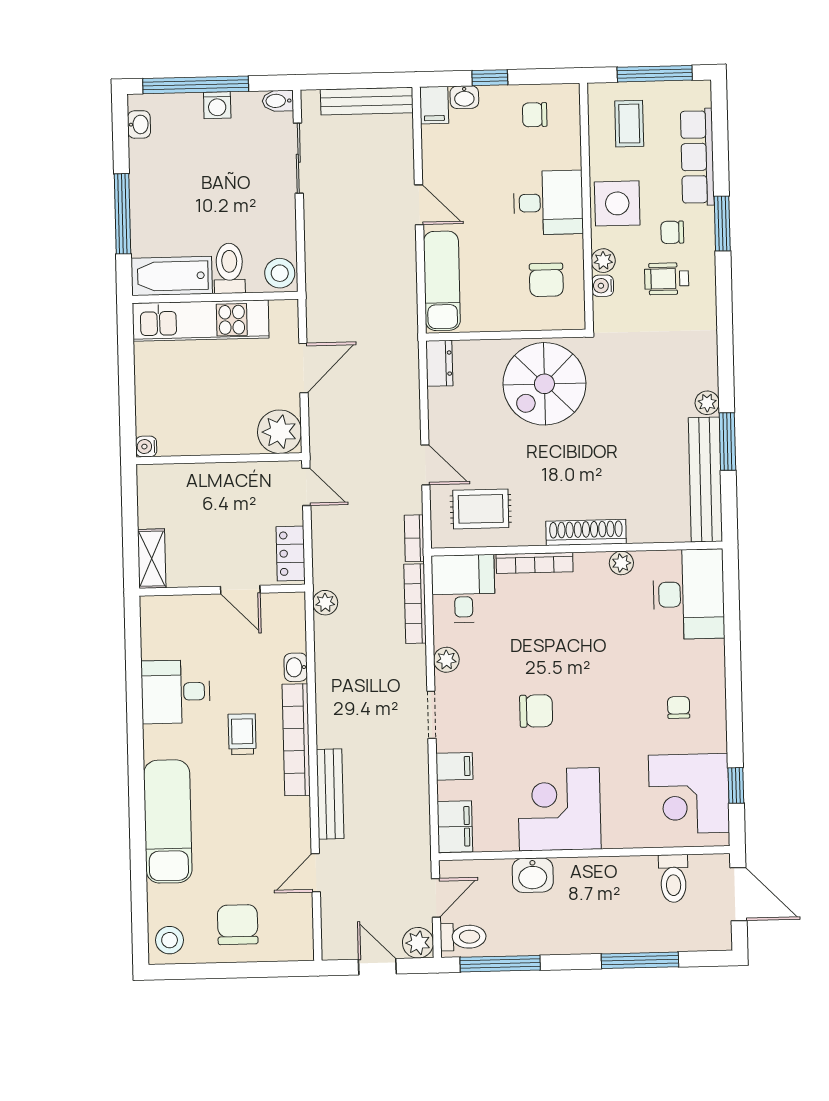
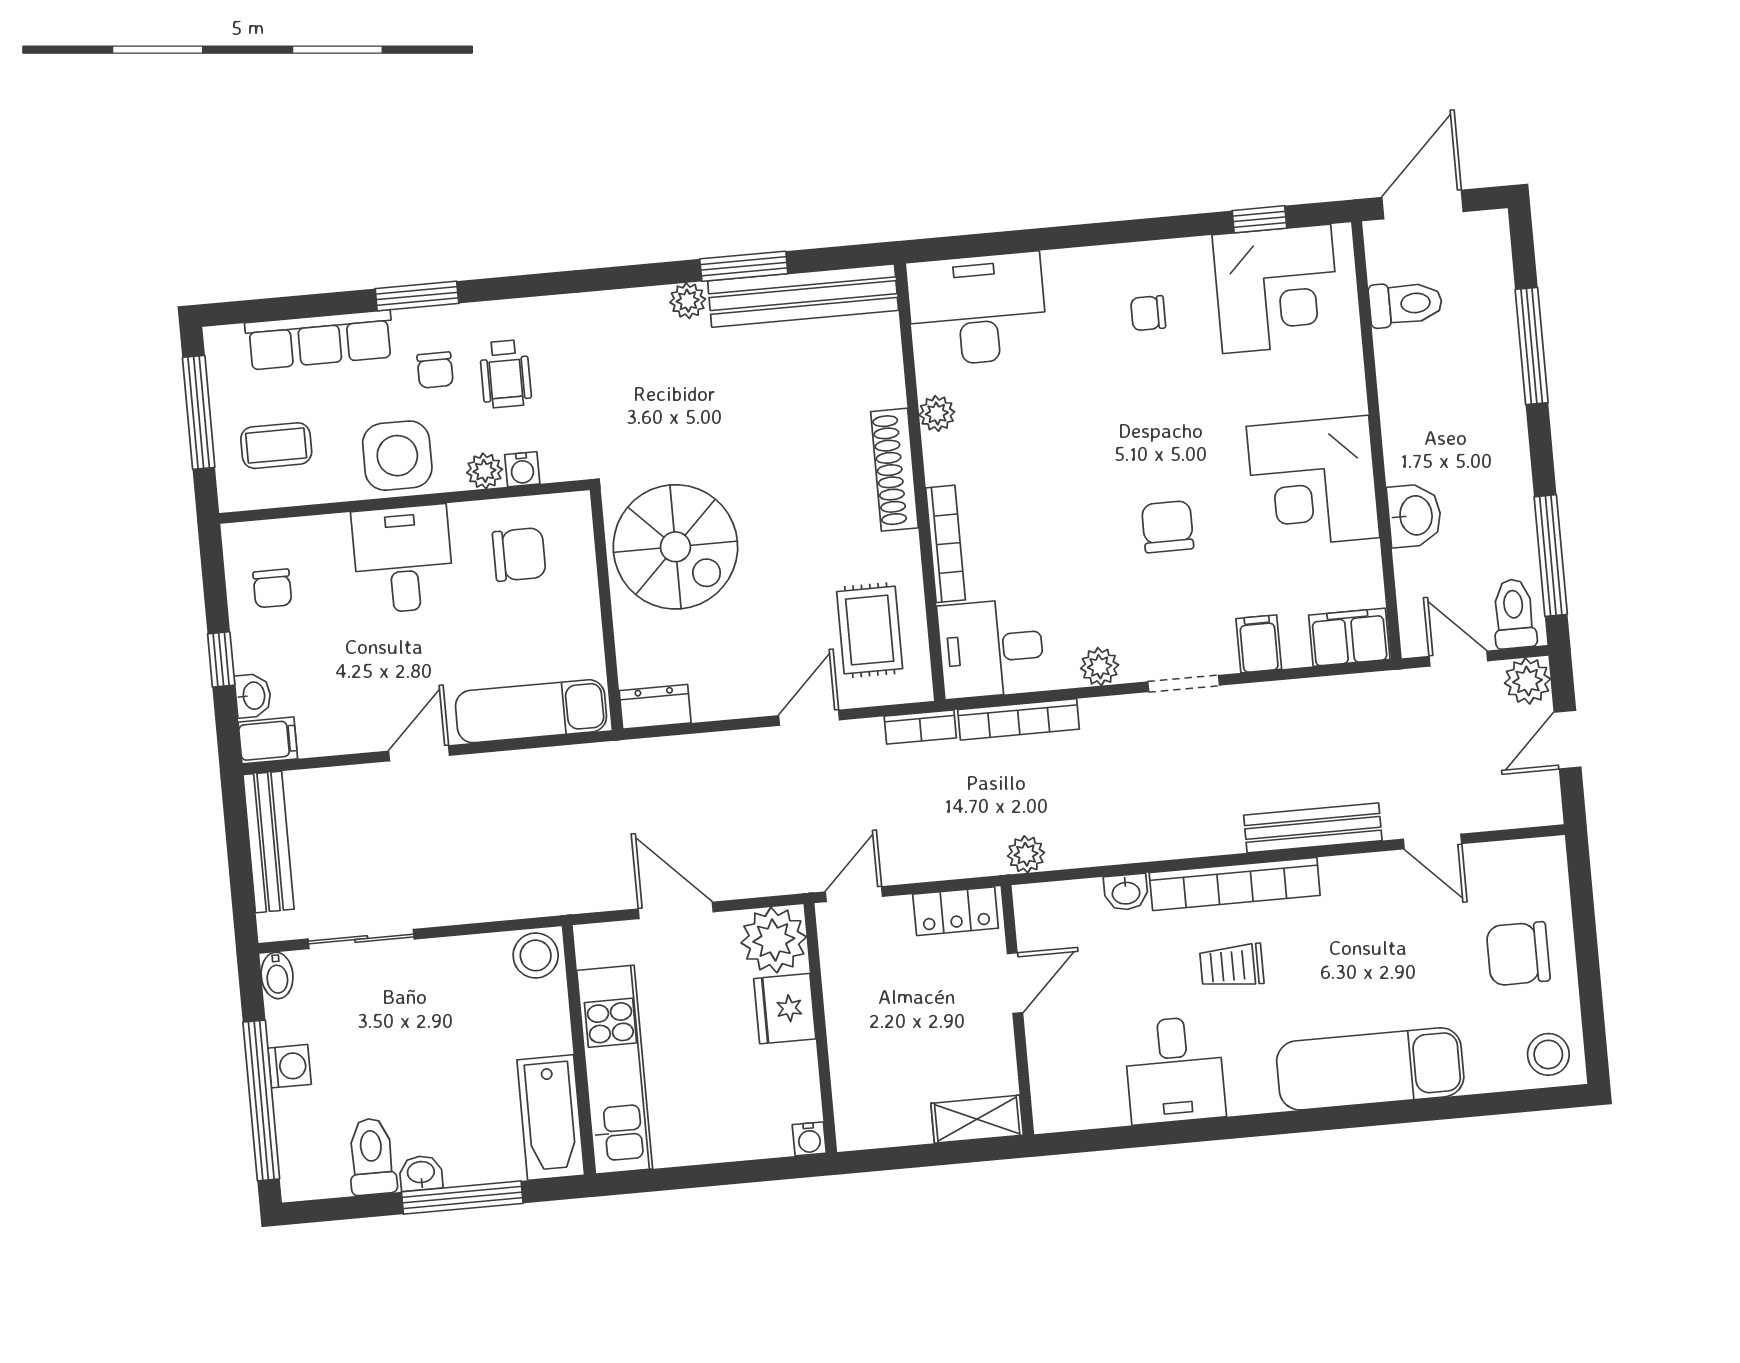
washbasin: (139, 124) -> (421, 1173), moved
toilet: (229, 268) -> (372, 1156), moved, turned 90
fridge: (233, 436) -> (785, 1009), added

